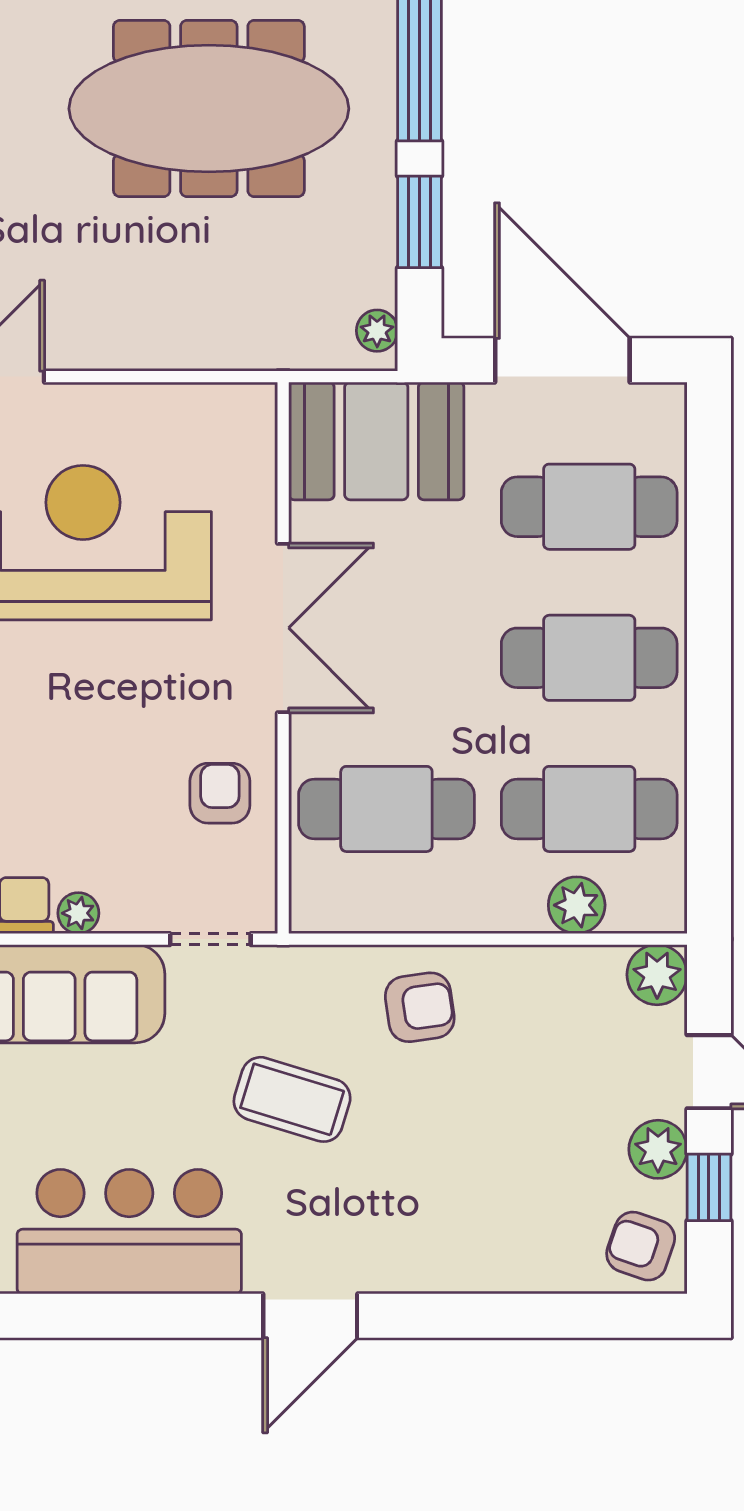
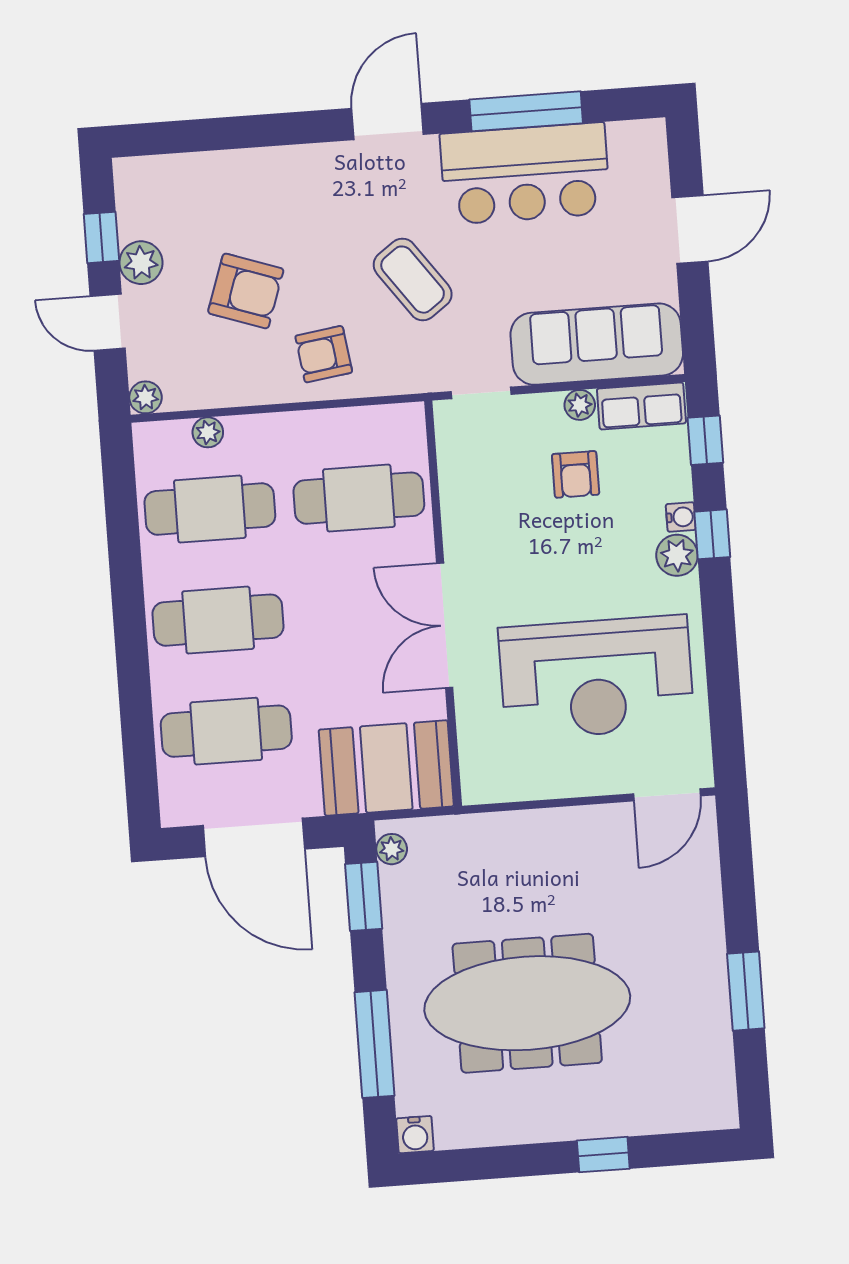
window: (420, 222) -> (364, 896), moved
armchair: (220, 793) -> (576, 474), moved
plant: (577, 905) -> (208, 432), width x0.73, depth x0.73
plant: (657, 975) -> (146, 397), width x0.73, depth x0.73
coffee table: (292, 1099) -> (413, 280), turned 37
armchair: (641, 1246) -> (246, 291), moved, width x1.38, depth x1.38
window: (122, 1316) -> (526, 111), added

